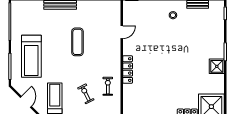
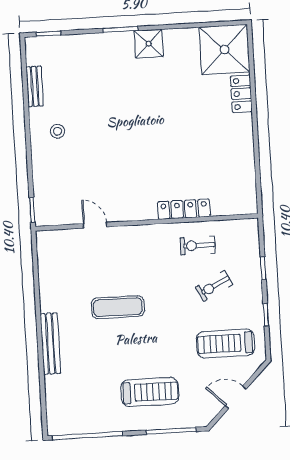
treadmill: (31, 56) -> (150, 392), width x0.73, depth x0.73
locker: (128, 70) -> (184, 209), moved

